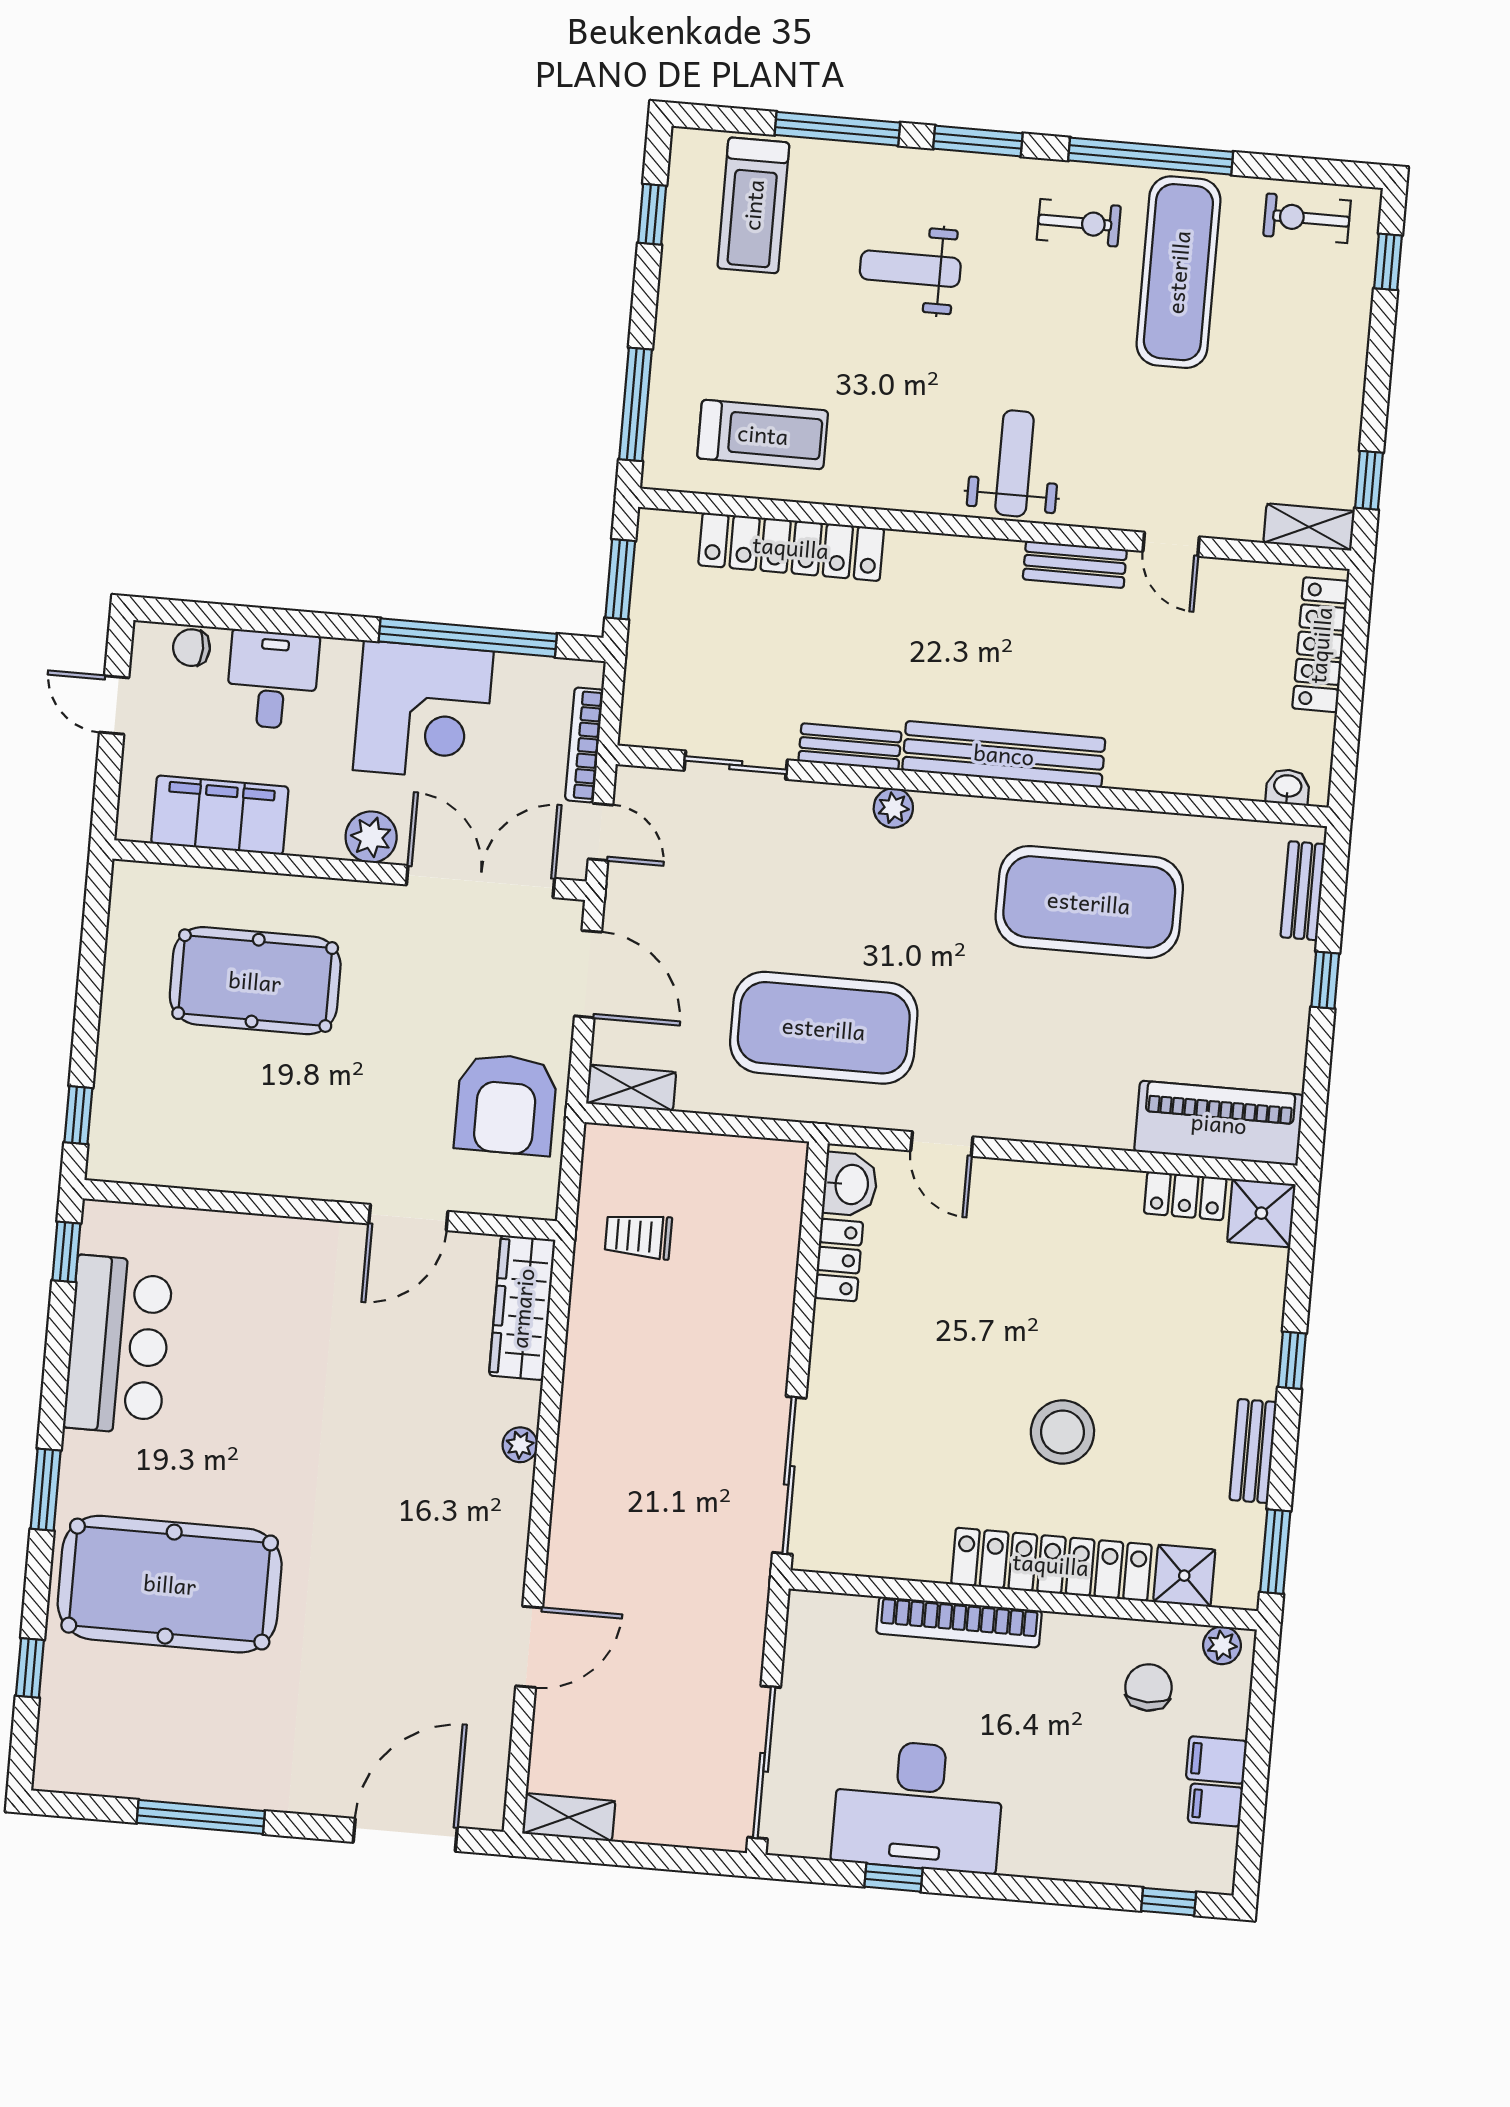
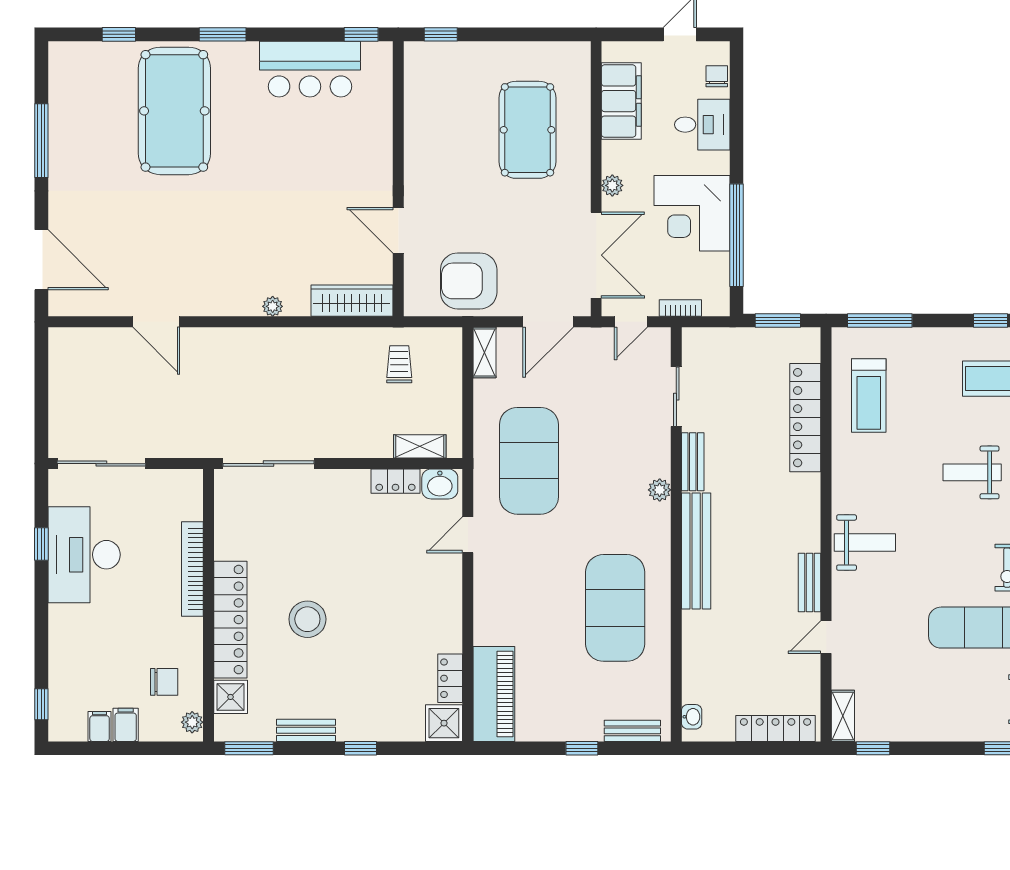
weight bench: (910, 269) -> (972, 472), turned -90
bookcase: (584, 745) -> (680, 308), width x0.64
plant: (371, 837) -> (612, 185), width x0.73, depth x0.73
shelving: (569, 1817) -> (420, 446), moved, turned 90

